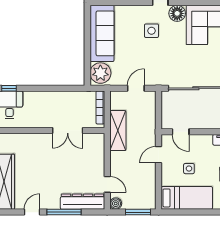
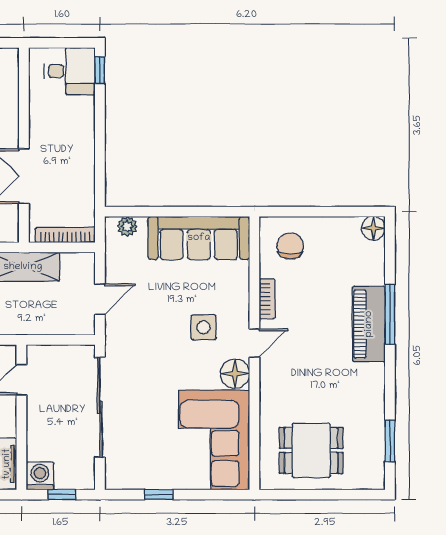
plant: (100, 73) -> (127, 226), width x0.53, depth x0.53
door: (136, 88) -> (100, 299), hinge flipped

